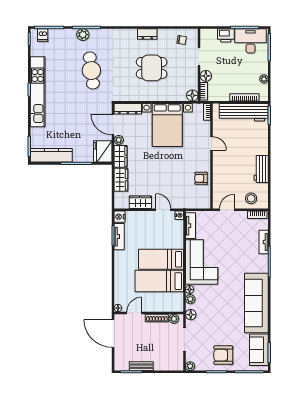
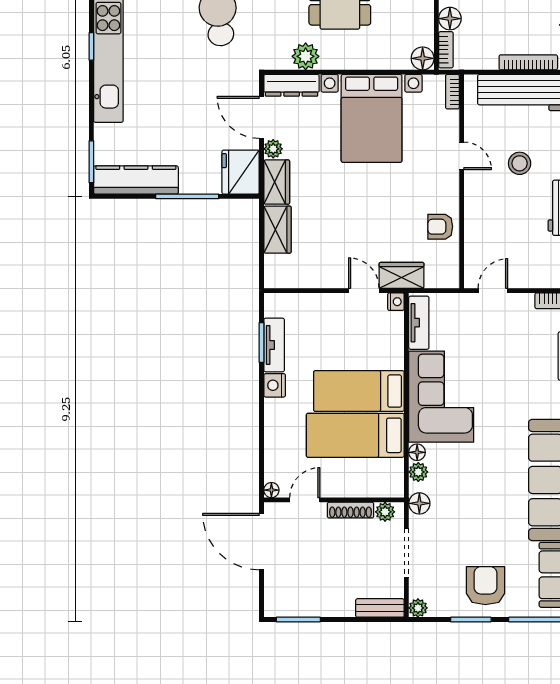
plant: (135, 94) -> (306, 56), added
stool: (251, 198) -> (520, 163), moved
wardrobe: (140, 202) -> (402, 275), moved
nightstand: (119, 217) -> (275, 385), moved
armchair: (223, 355) -> (485, 586), turned 90
bench: (141, 366) -> (380, 608), moved

